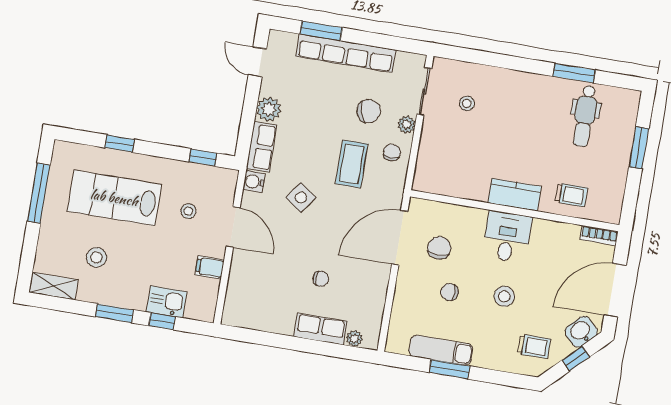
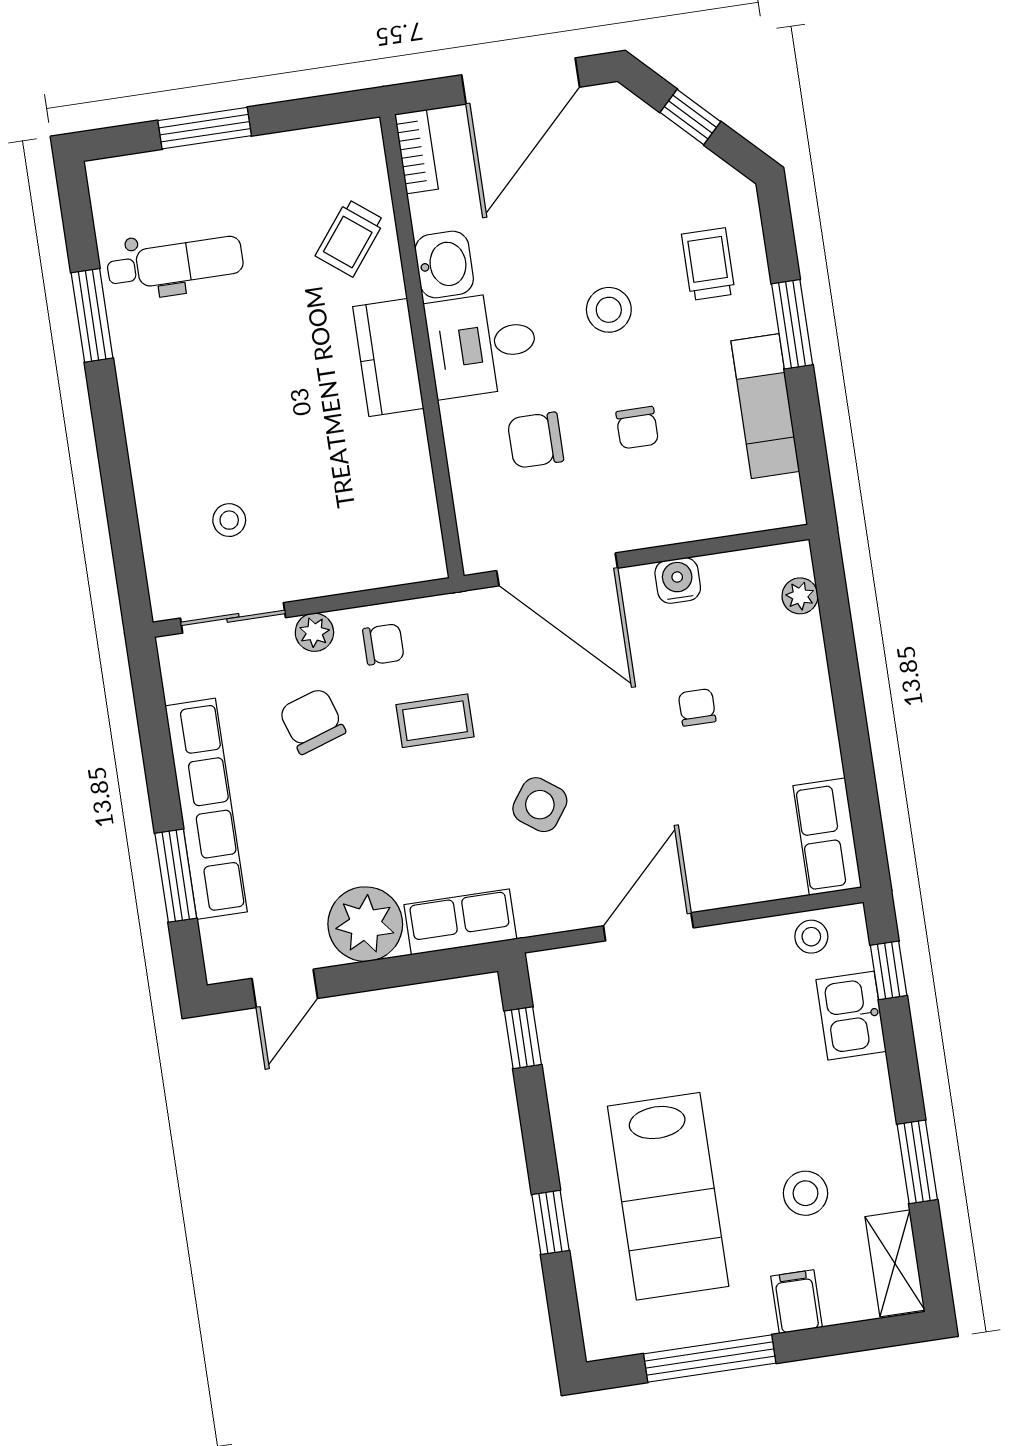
plant: (269, 109) -> (365, 924), width x1.36, depth x1.36
chair: (392, 152) -> (383, 644), turned 180
coffee table: (352, 164) -> (435, 721), width x0.73, depth x0.77
water cooler: (254, 182) -> (678, 580), moved, turned 180
trolley: (571, 195) -> (350, 238), turned -142
stool: (188, 211) -> (811, 937), moved
chair: (439, 248) -> (536, 440), moved
filing cabinet: (210, 267) -> (797, 1302), moved, turned 180
door: (615, 290) -> (521, 81), hinge flipped
window: (114, 313) -> (917, 1162), moved
window: (162, 321) -> (889, 970), moved
row of seats: (320, 329) -> (827, 837), moved
washbasin: (581, 332) -> (444, 264), moved, turned -135
trolley: (534, 346) -> (708, 264), moved
window: (450, 369) -> (792, 324), moved

